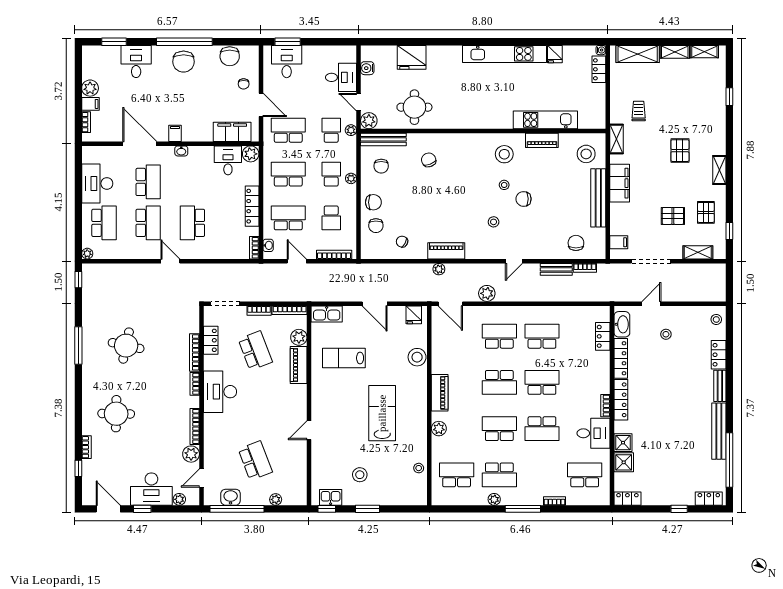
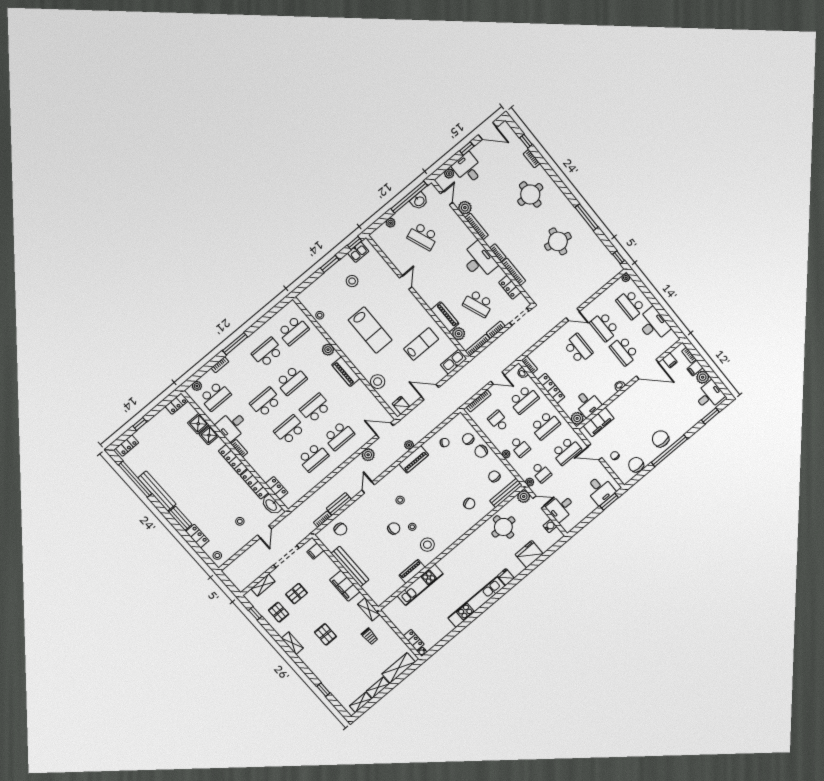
fridge: (555, 54) -> (506, 577), moved
desk: (136, 62) -> (709, 395), moved, turned -90
filing cabinet: (175, 133) -> (670, 360), moved
stool: (586, 154) -> (379, 586), removed
school desk: (542, 382) -> (289, 430), turned 180
desk: (151, 489) -> (468, 168), width x0.73
plant: (494, 499) -> (197, 386), moved

